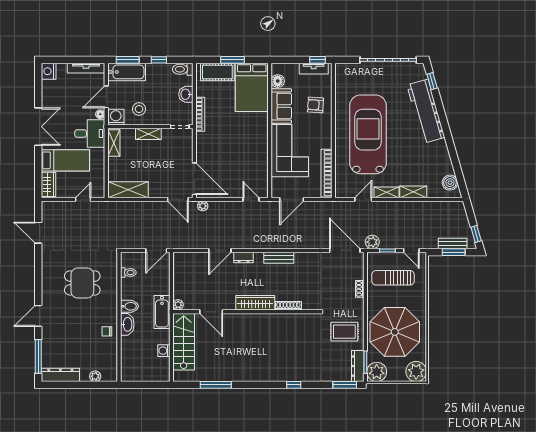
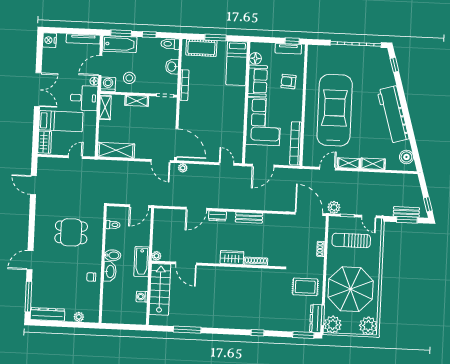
bed: (252, 87) -> (237, 63), width x0.67
workbench: (426, 111) -> (393, 114), moved
wardrobe: (255, 303) -> (232, 258), width x0.67

